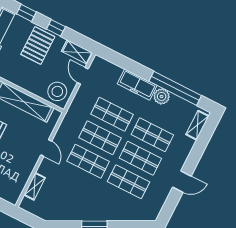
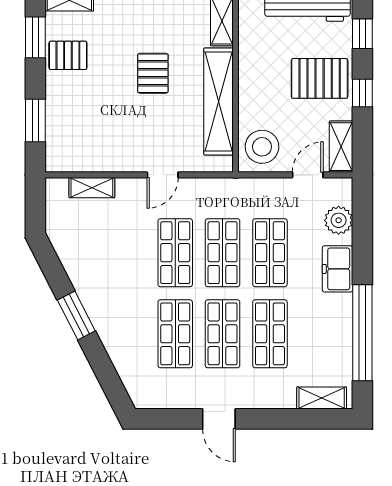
freezer: (137, 85) -> (338, 269), width x0.71
plant: (162, 96) -> (339, 220), moved

